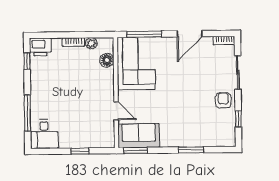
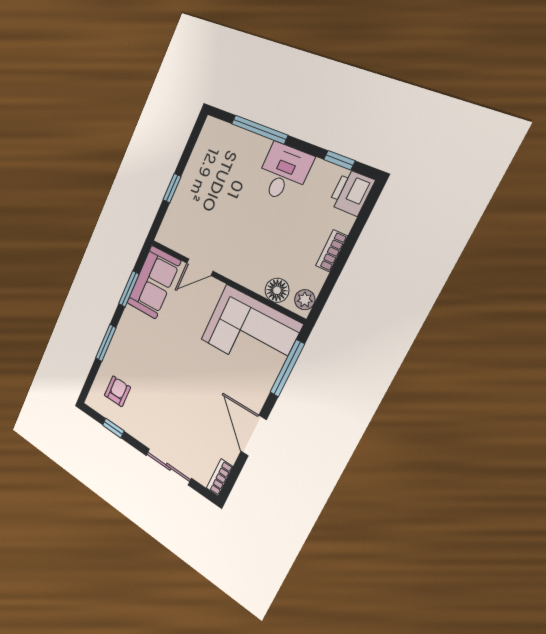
plant: (91, 43) -> (305, 300), moved
armchair: (223, 100) -> (117, 391), moved, turned -90
desk: (44, 134) -> (283, 173), moved, turned 90
window: (136, 150) -> (129, 289), moved

